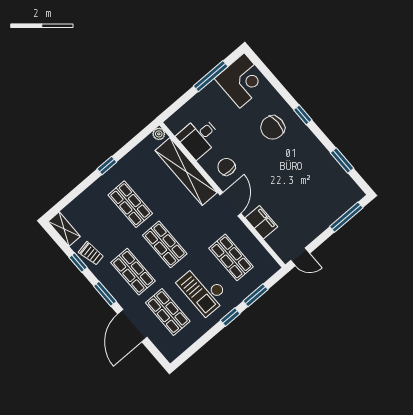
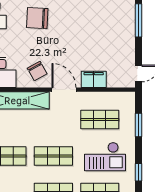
chair: (273, 127) -> (37, 18), turned 93
chair: (226, 167) -> (37, 71), turned -119
window: (230, 317) -> (139, 172), moved

